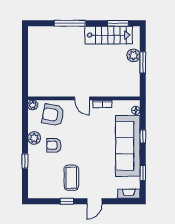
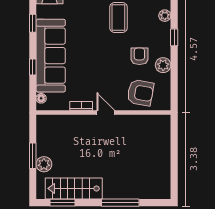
plant: (33, 105) -> (165, 16), moved
armchair: (54, 145) -> (139, 56), turned -90

